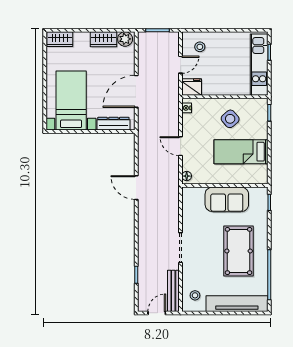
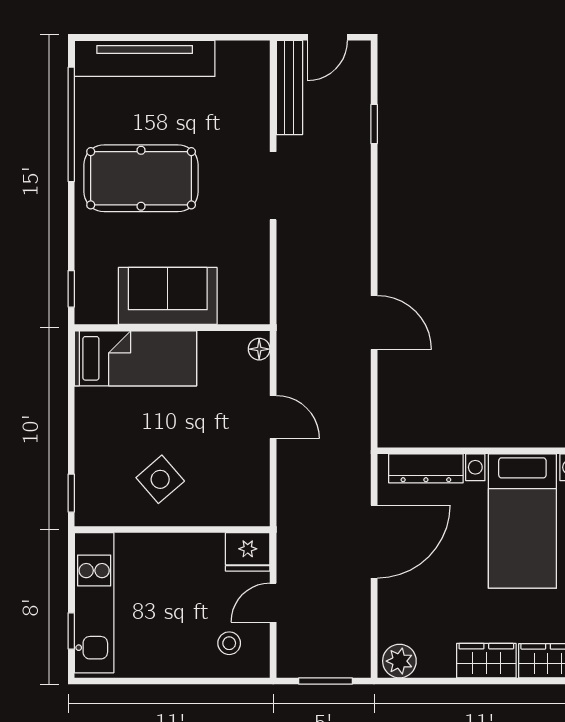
wardrobe: (104, 39) -> (486, 661), moved
nightstand: (187, 108) -> (259, 504), removed
bed: (241, 152) -> (136, 358), moved
pool table: (239, 251) -> (141, 178), turned 90
stool: (195, 295) -> (240, 77), removed

